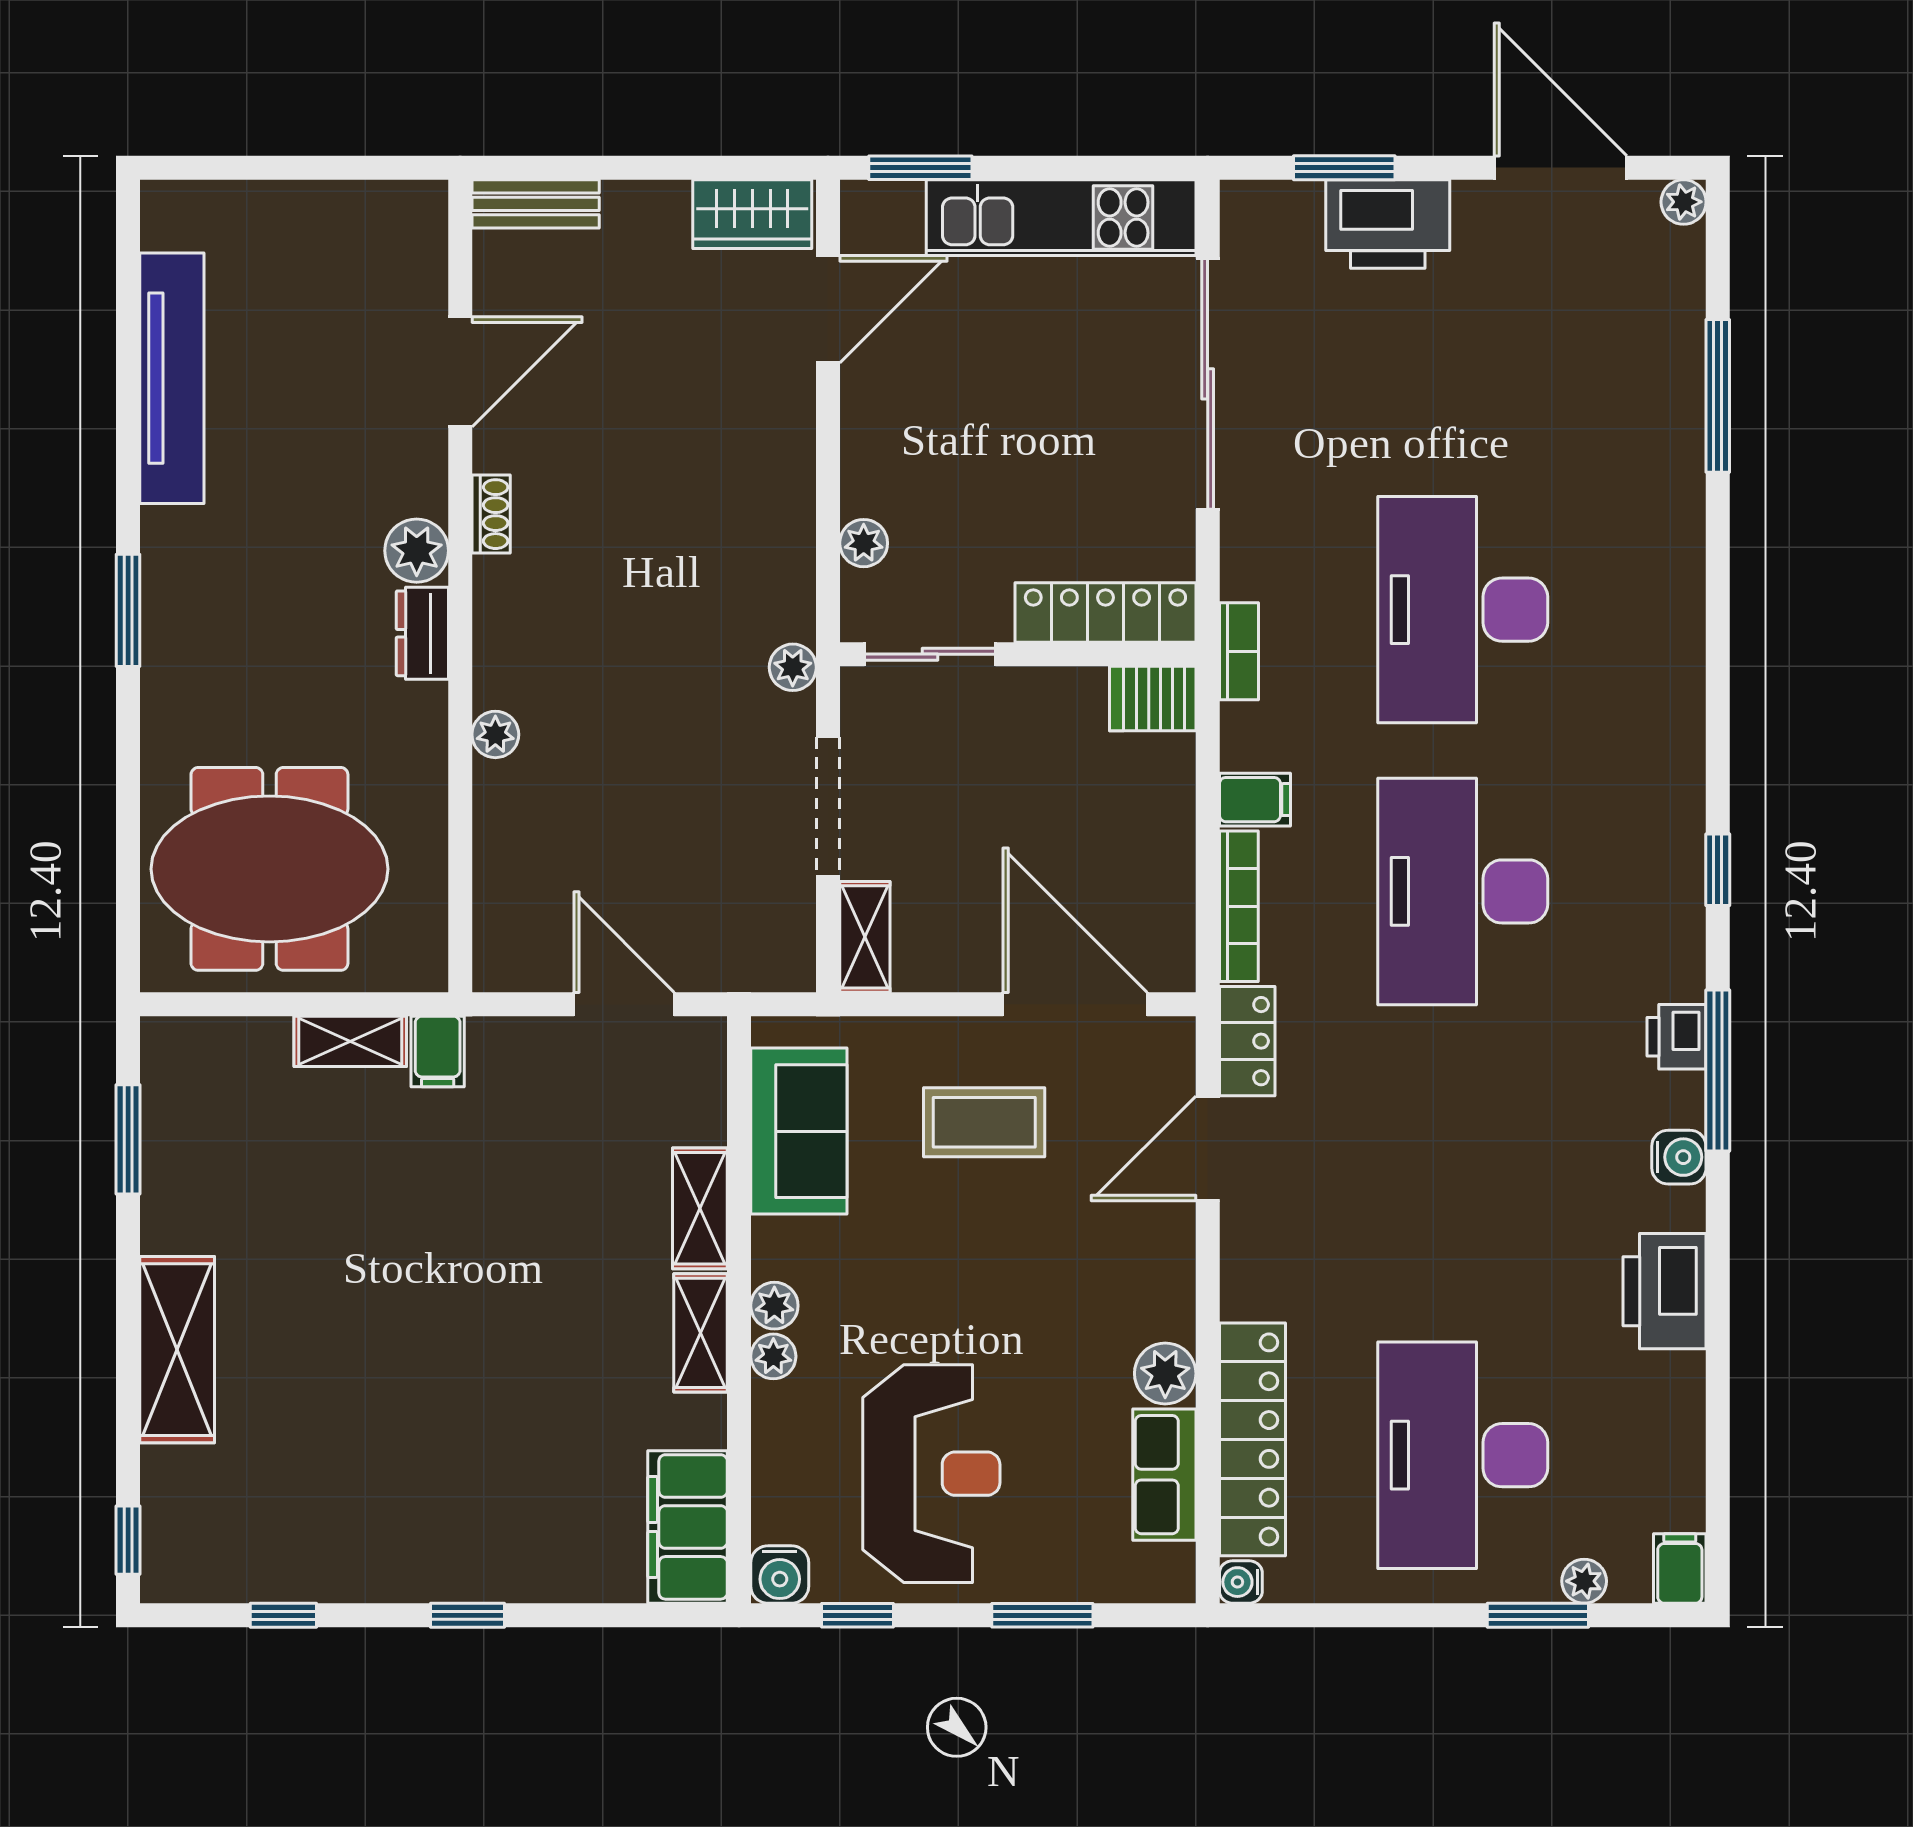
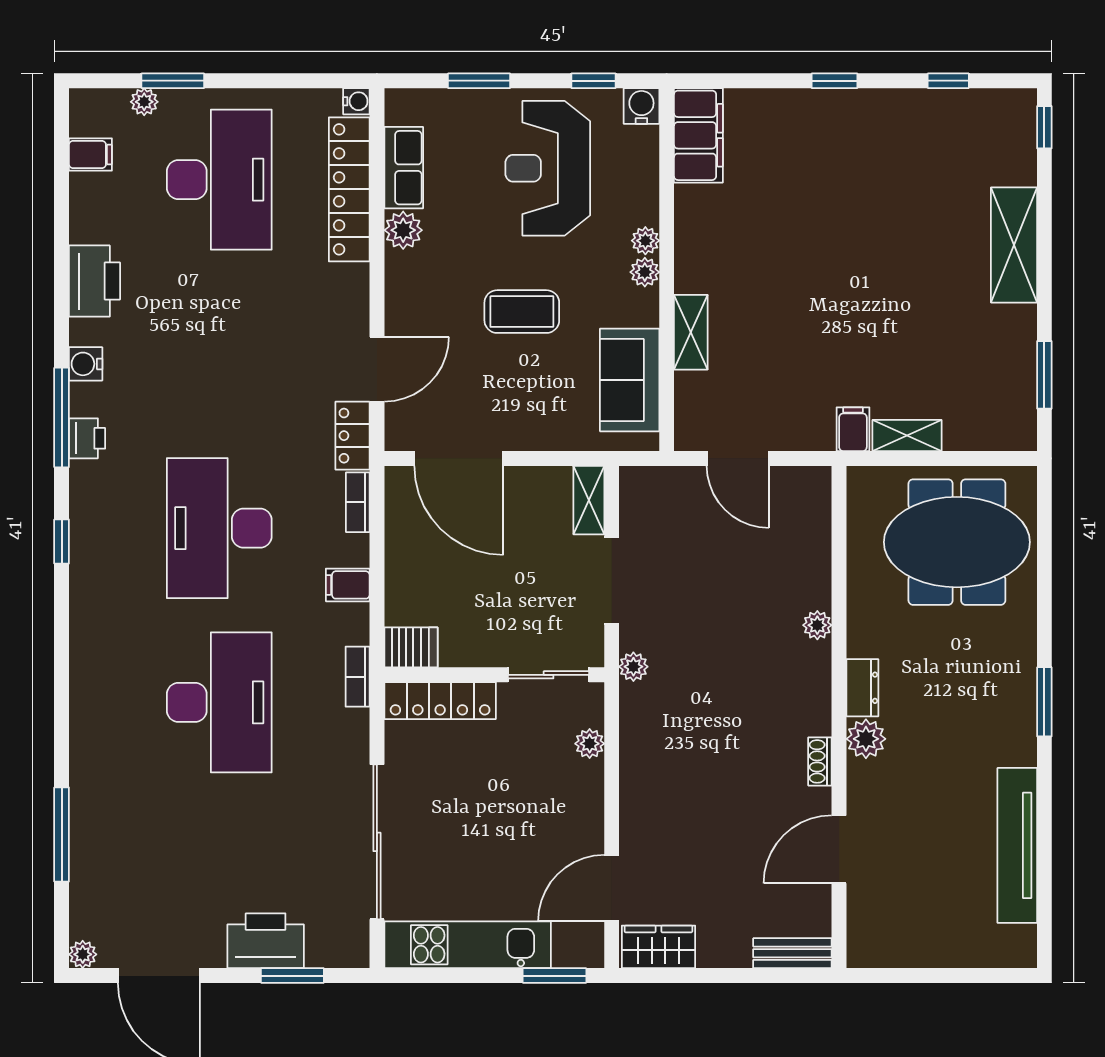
desk: (1463, 891) -> (219, 528), turned 180
bookcase: (1239, 906) -> (358, 502), width x0.64
coffee table: (984, 1122) -> (522, 312), moved
shelving: (700, 1333) -> (690, 255), removed
filing cabinet: (1680, 1568) -> (90, 155), moved, turned -90

